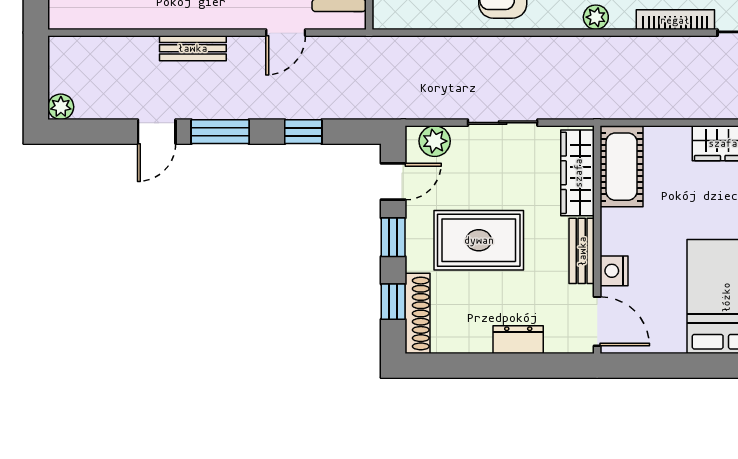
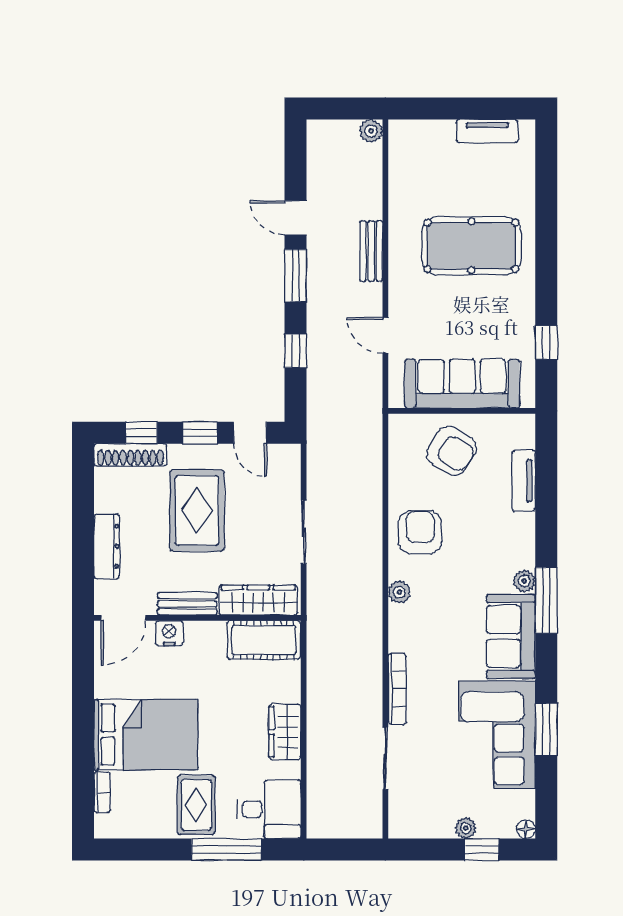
plant: (596, 17) -> (399, 592), moved
plant: (61, 107) -> (371, 131), moved
plant: (435, 141) -> (287, 470), removed
dresser: (518, 340) -> (107, 546), width x1.44

